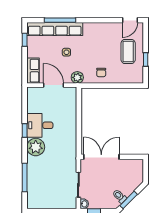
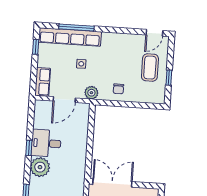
door: (53, 85) -> (64, 100), swing flipped

